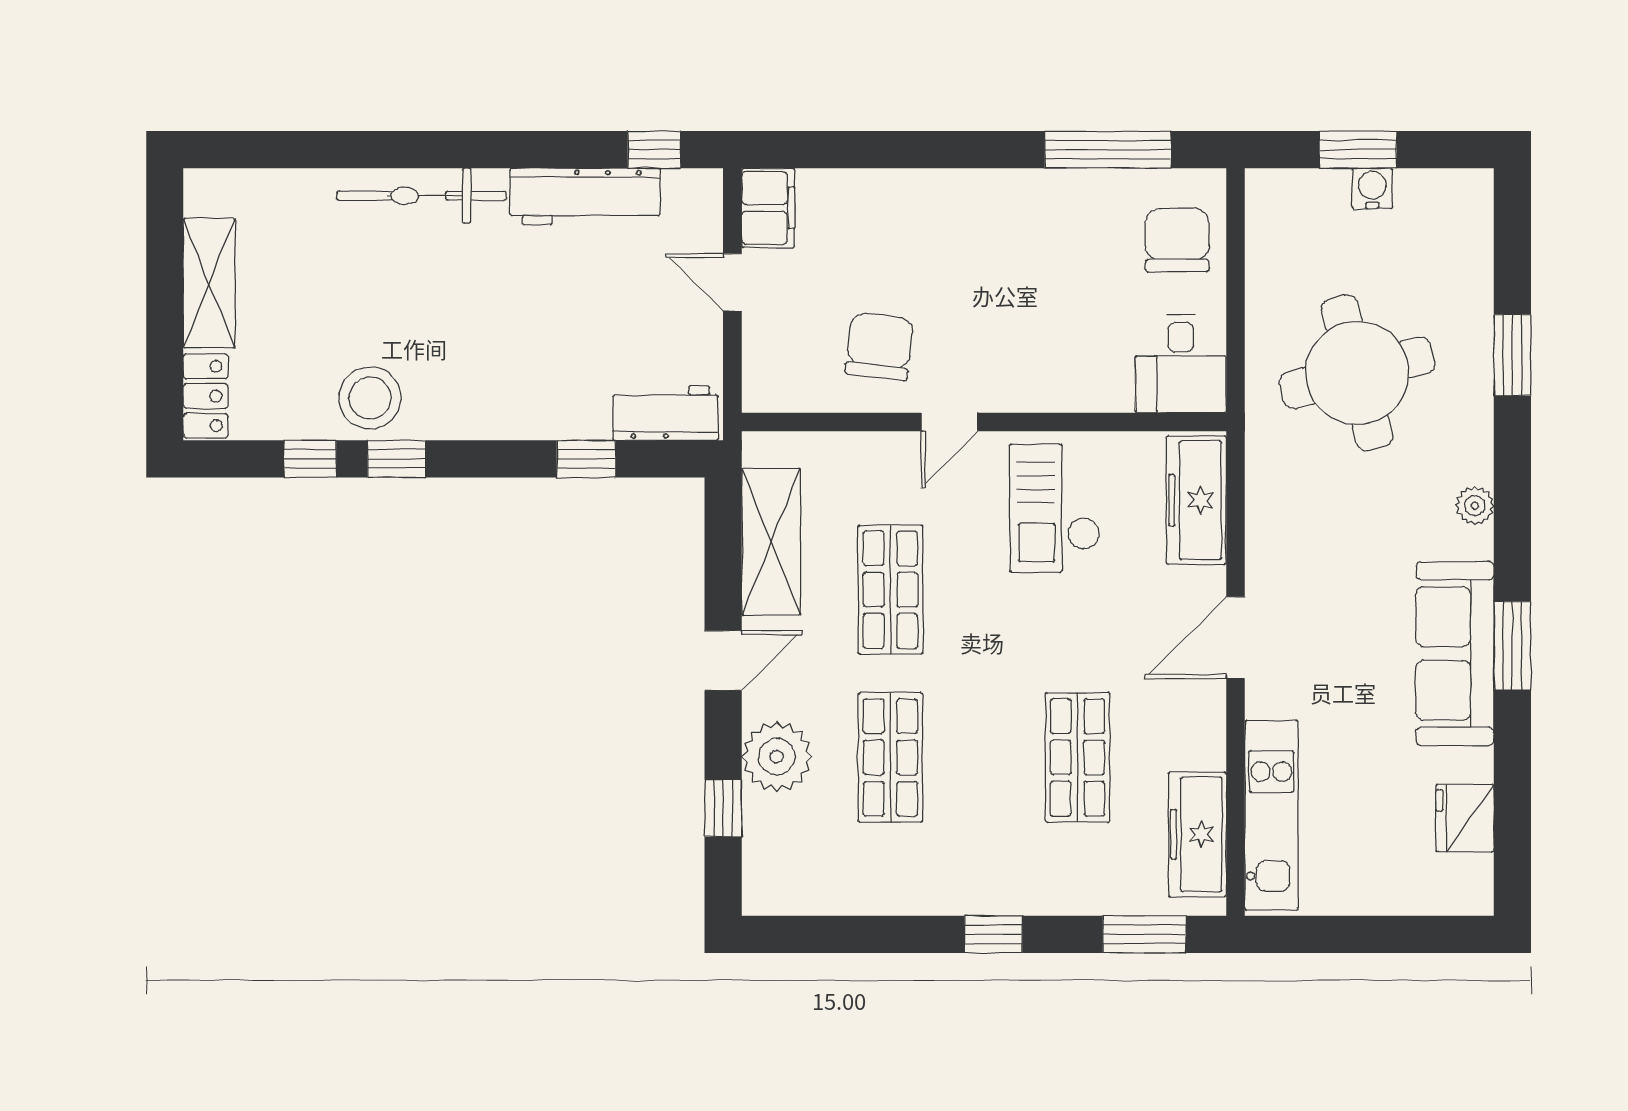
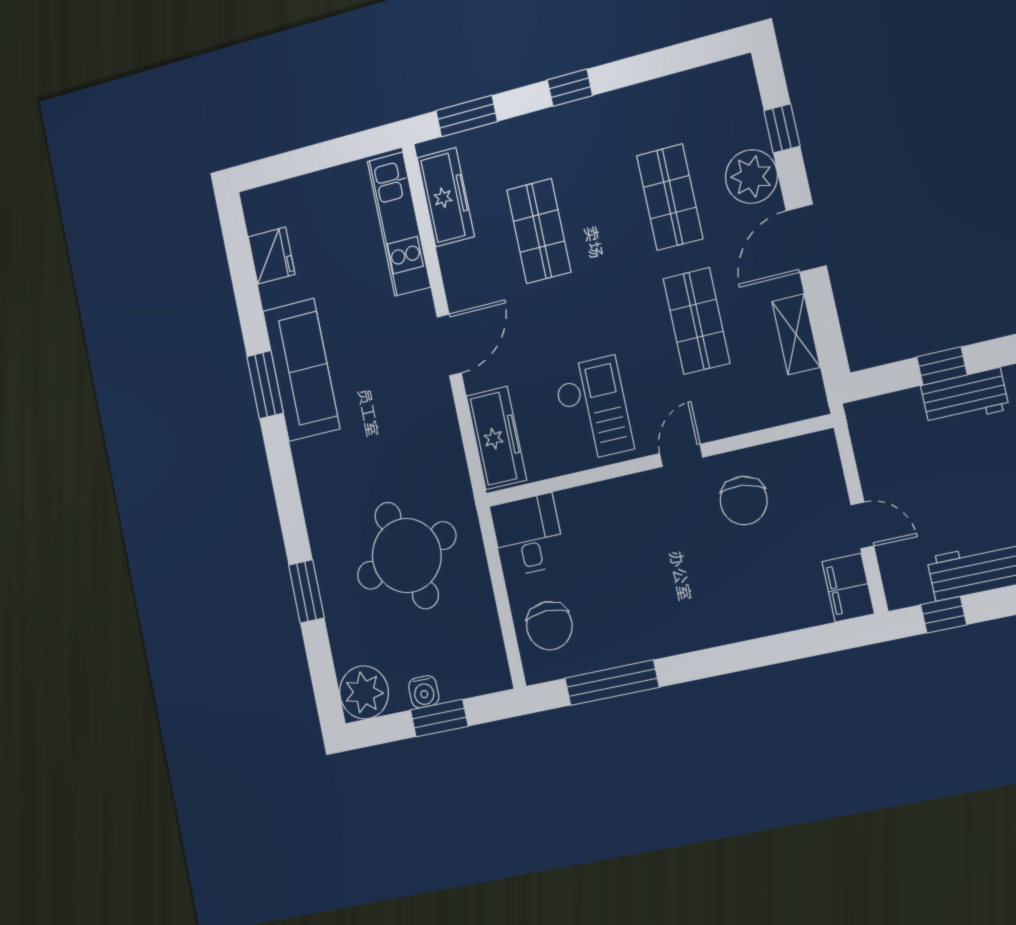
workbench: (665, 413) -> (965, 397), moved
plant: (1475, 506) -> (364, 692), moved, width x1.88, depth x1.88
shelving: (771, 542) -> (796, 334), width x0.67, depth x0.75
door: (723, 660) -> (806, 238), width x1.38

